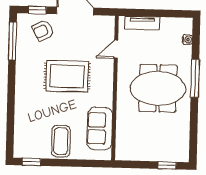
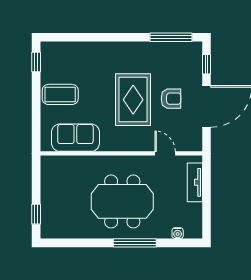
armchair: (43, 30) -> (171, 99), moved, turned 118
meeting table: (158, 88) -> (122, 201), turned 90

